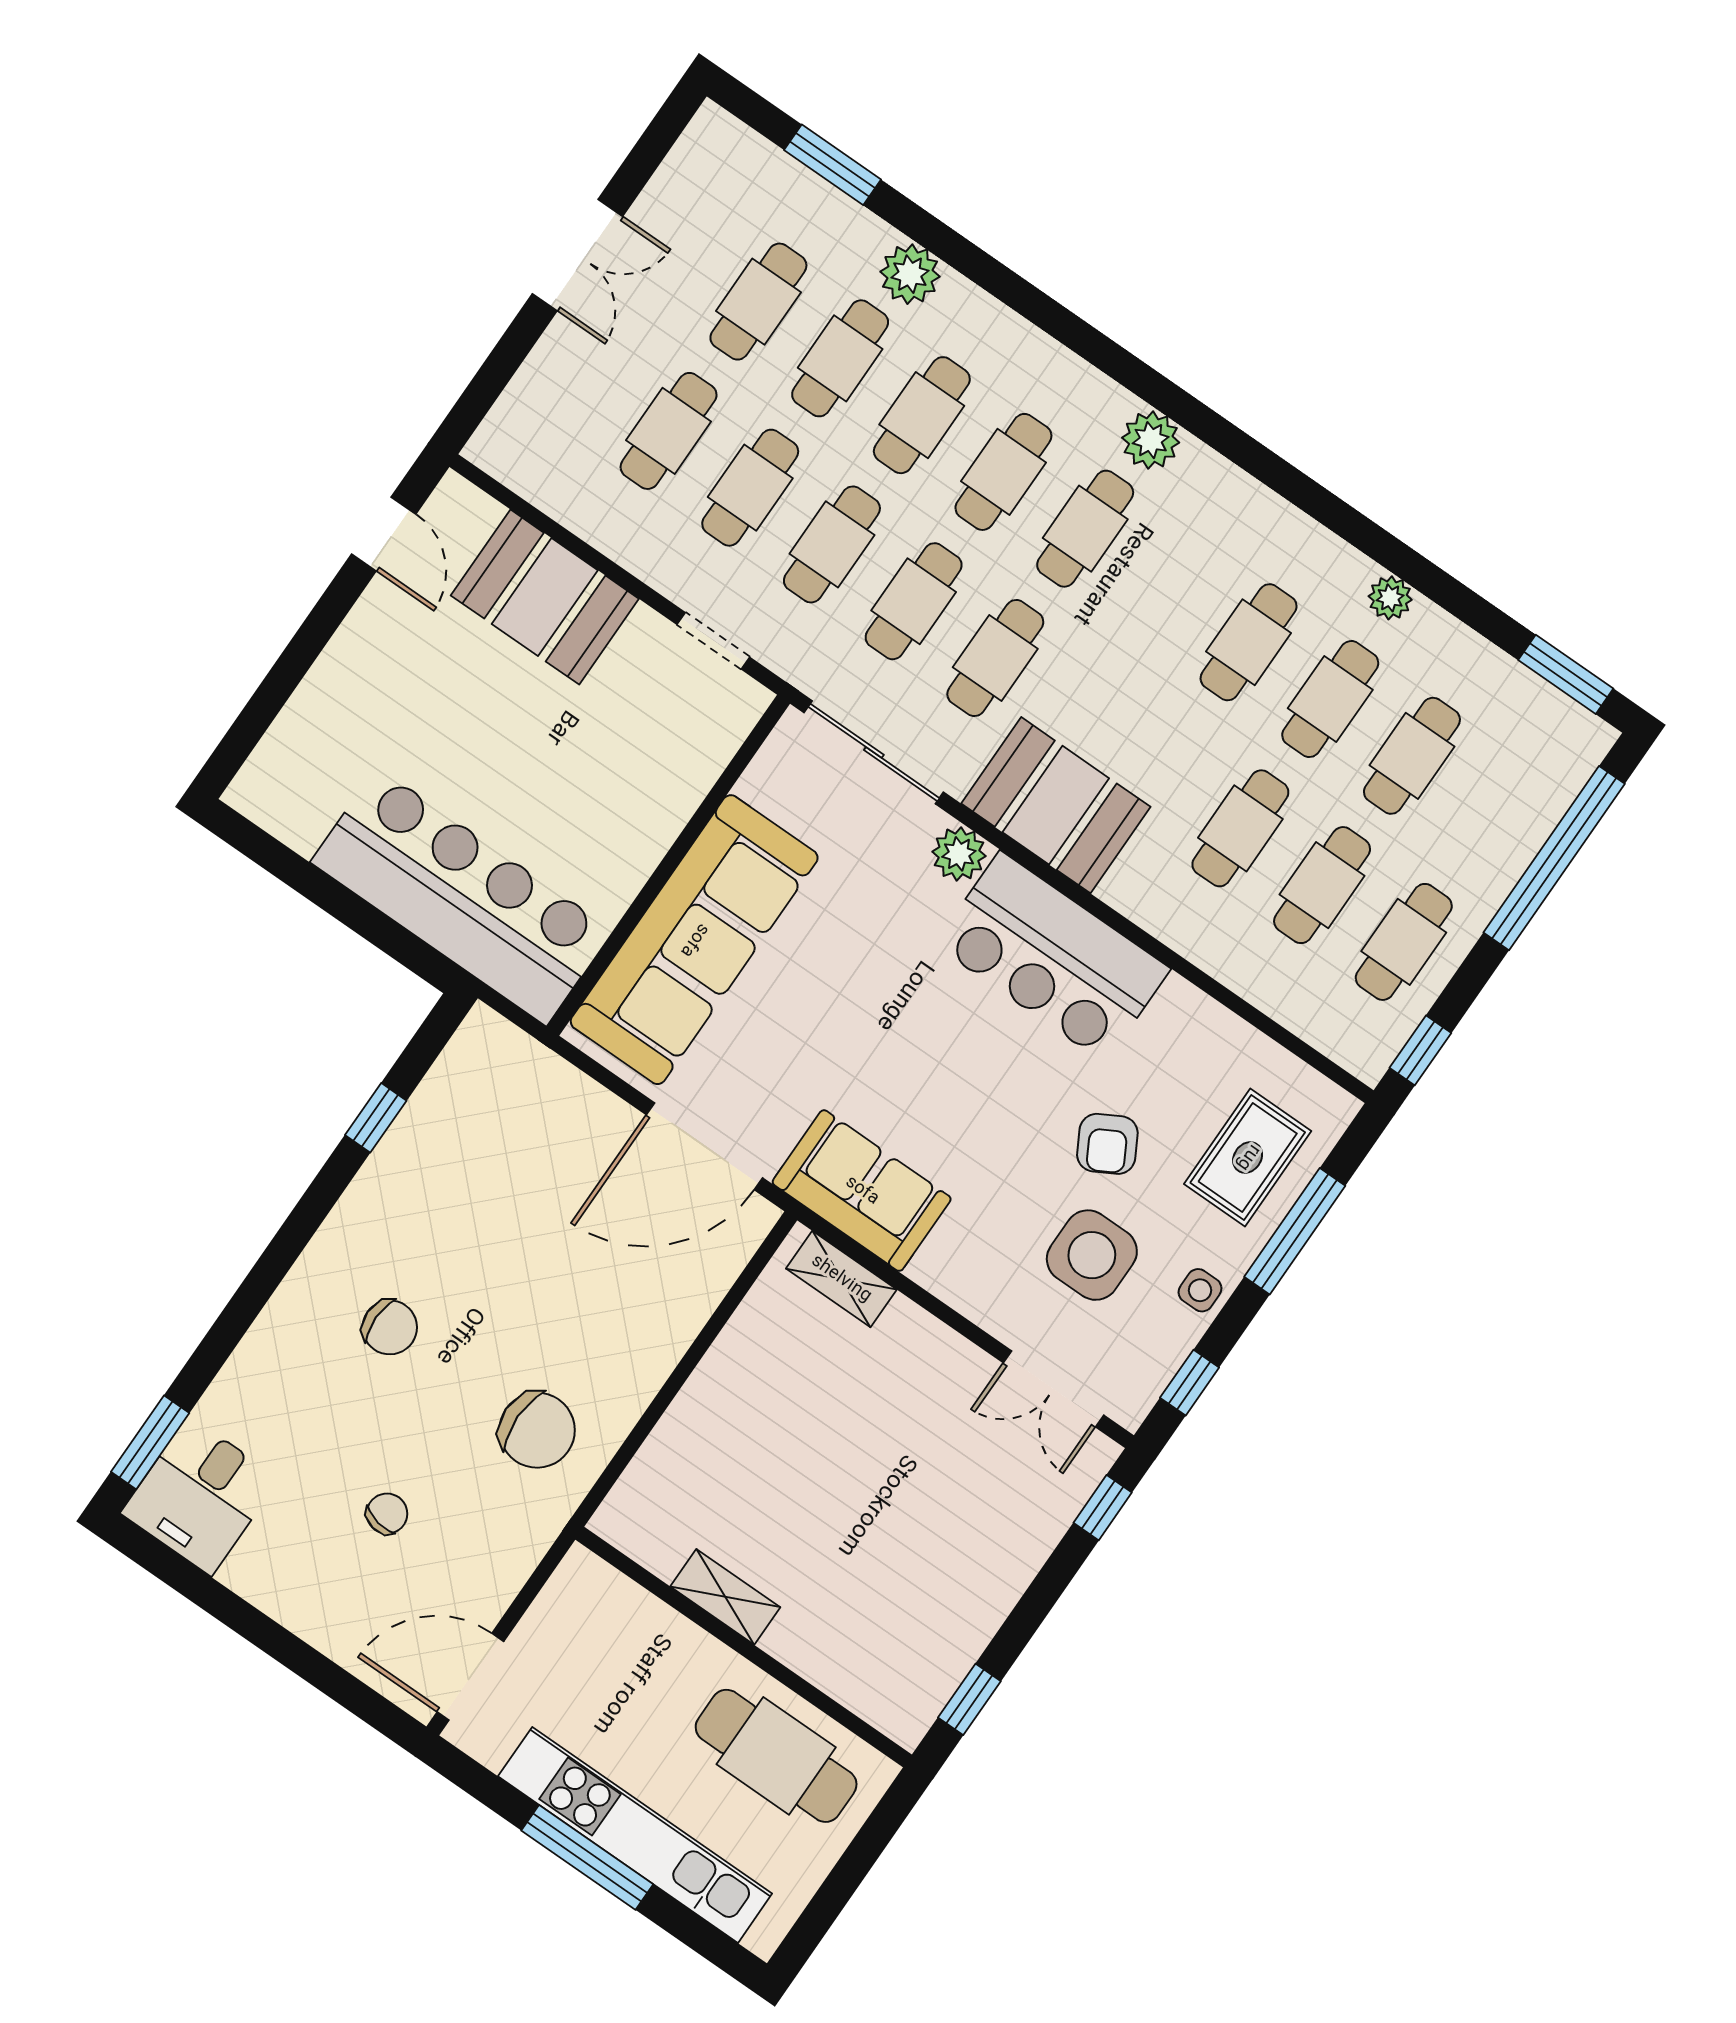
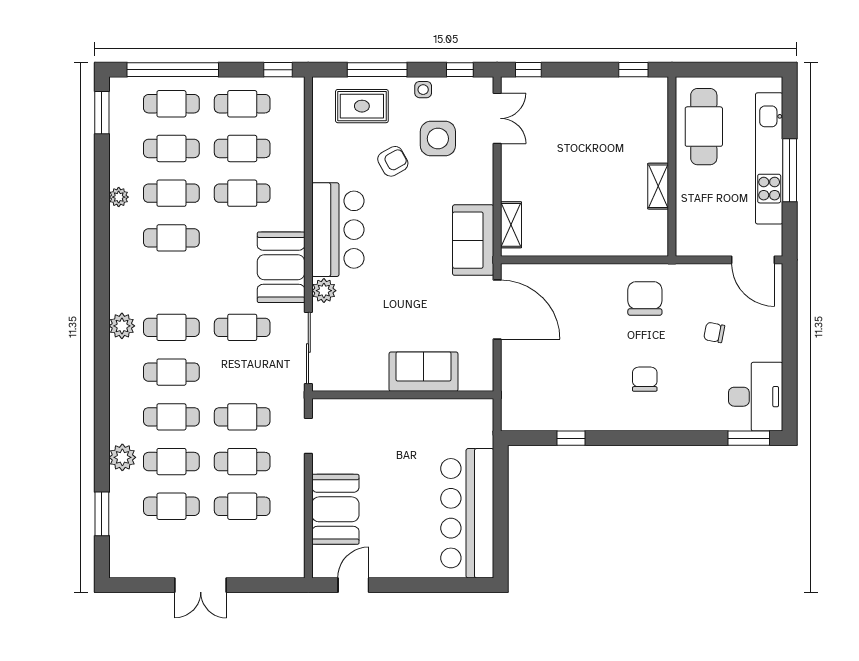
double door: (578, 255) -> (201, 585), swing flipped
cafe table: (914, 601) -> (171, 104), moved
bar counter: (462, 896) -> (467, 513), moved
sofa: (694, 940) -> (423, 372), width x0.54, depth x0.79
desk: (200, 1496) -> (756, 397), width x1.37

